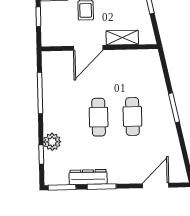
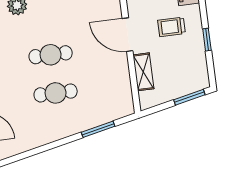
window: (174, 108) -> (98, 129), moved

